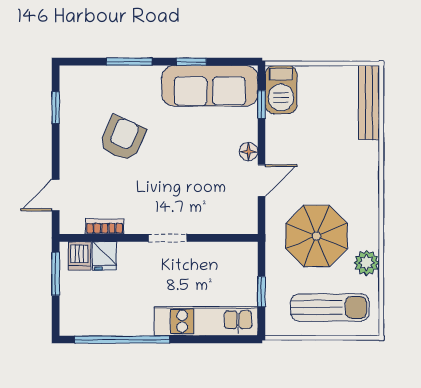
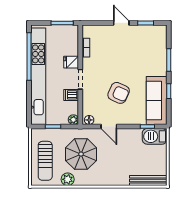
armchair: (122, 138) -> (119, 93), moved
floor lamp: (249, 152) -> (89, 120), moved
door: (56, 195) -> (121, 23), moved
plant: (248, 251) -> (73, 120), added
dishwasher: (79, 256) -> (71, 95), moved
fridge: (105, 256) -> (71, 62), moved
kitchen unit: (206, 321) -> (38, 76), width x1.86

